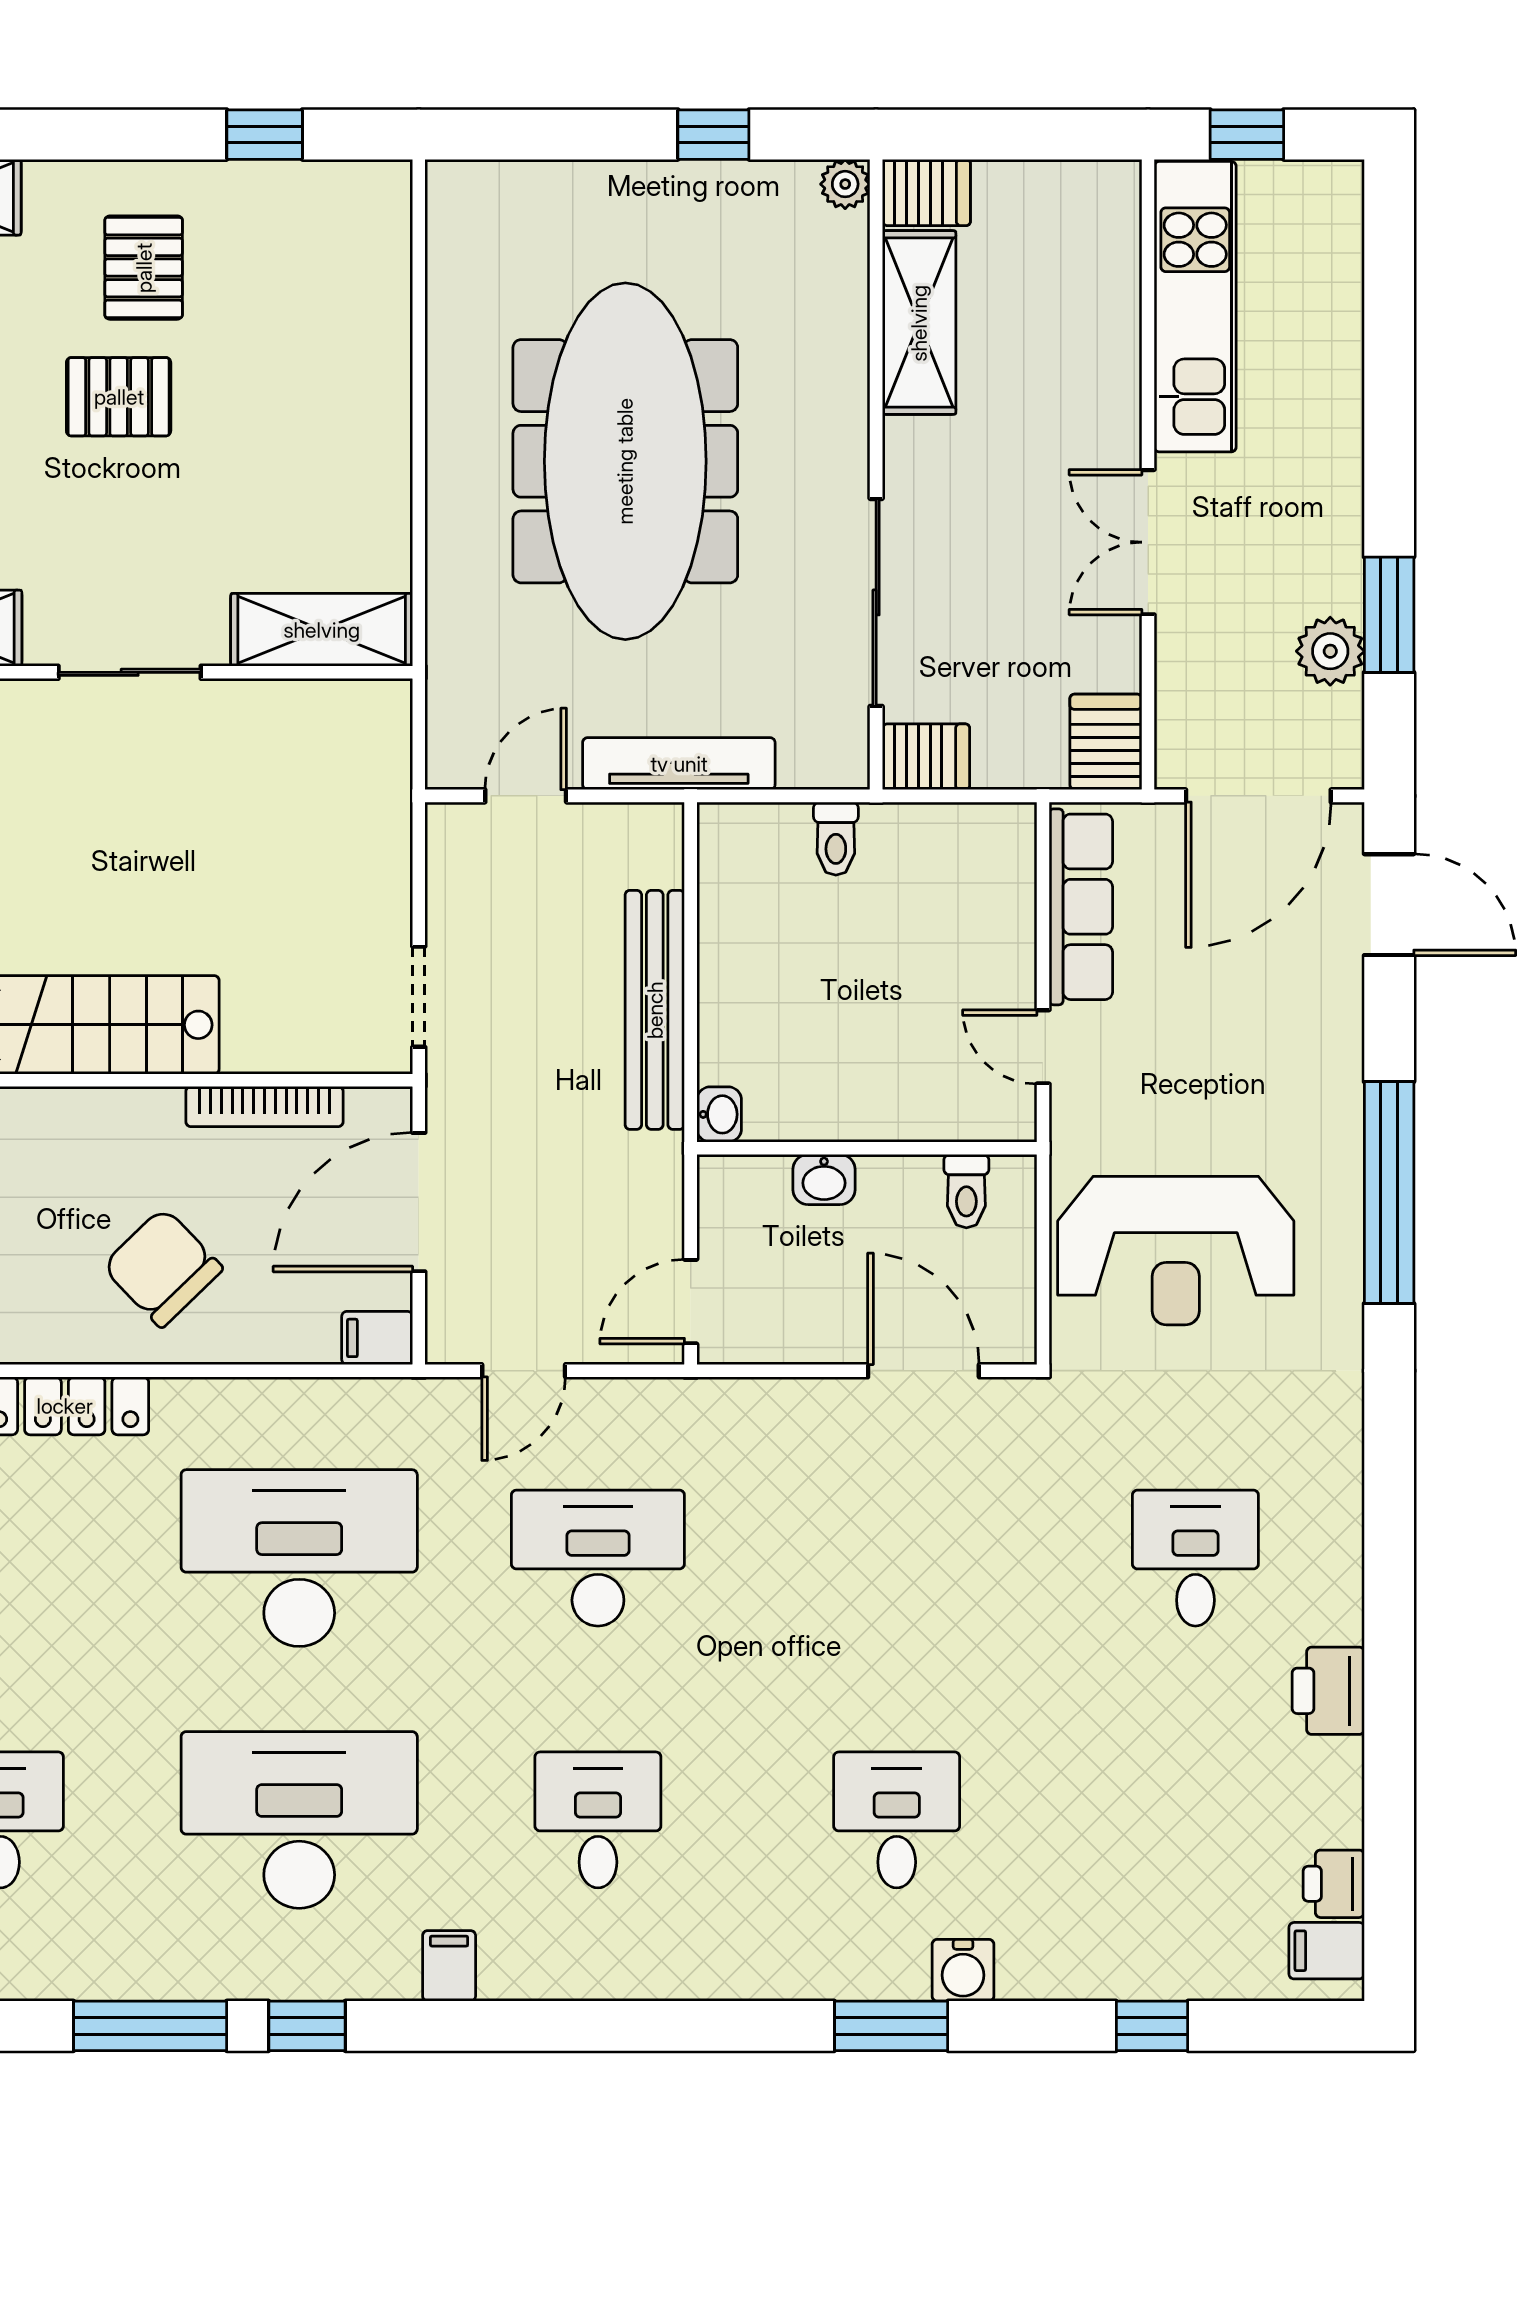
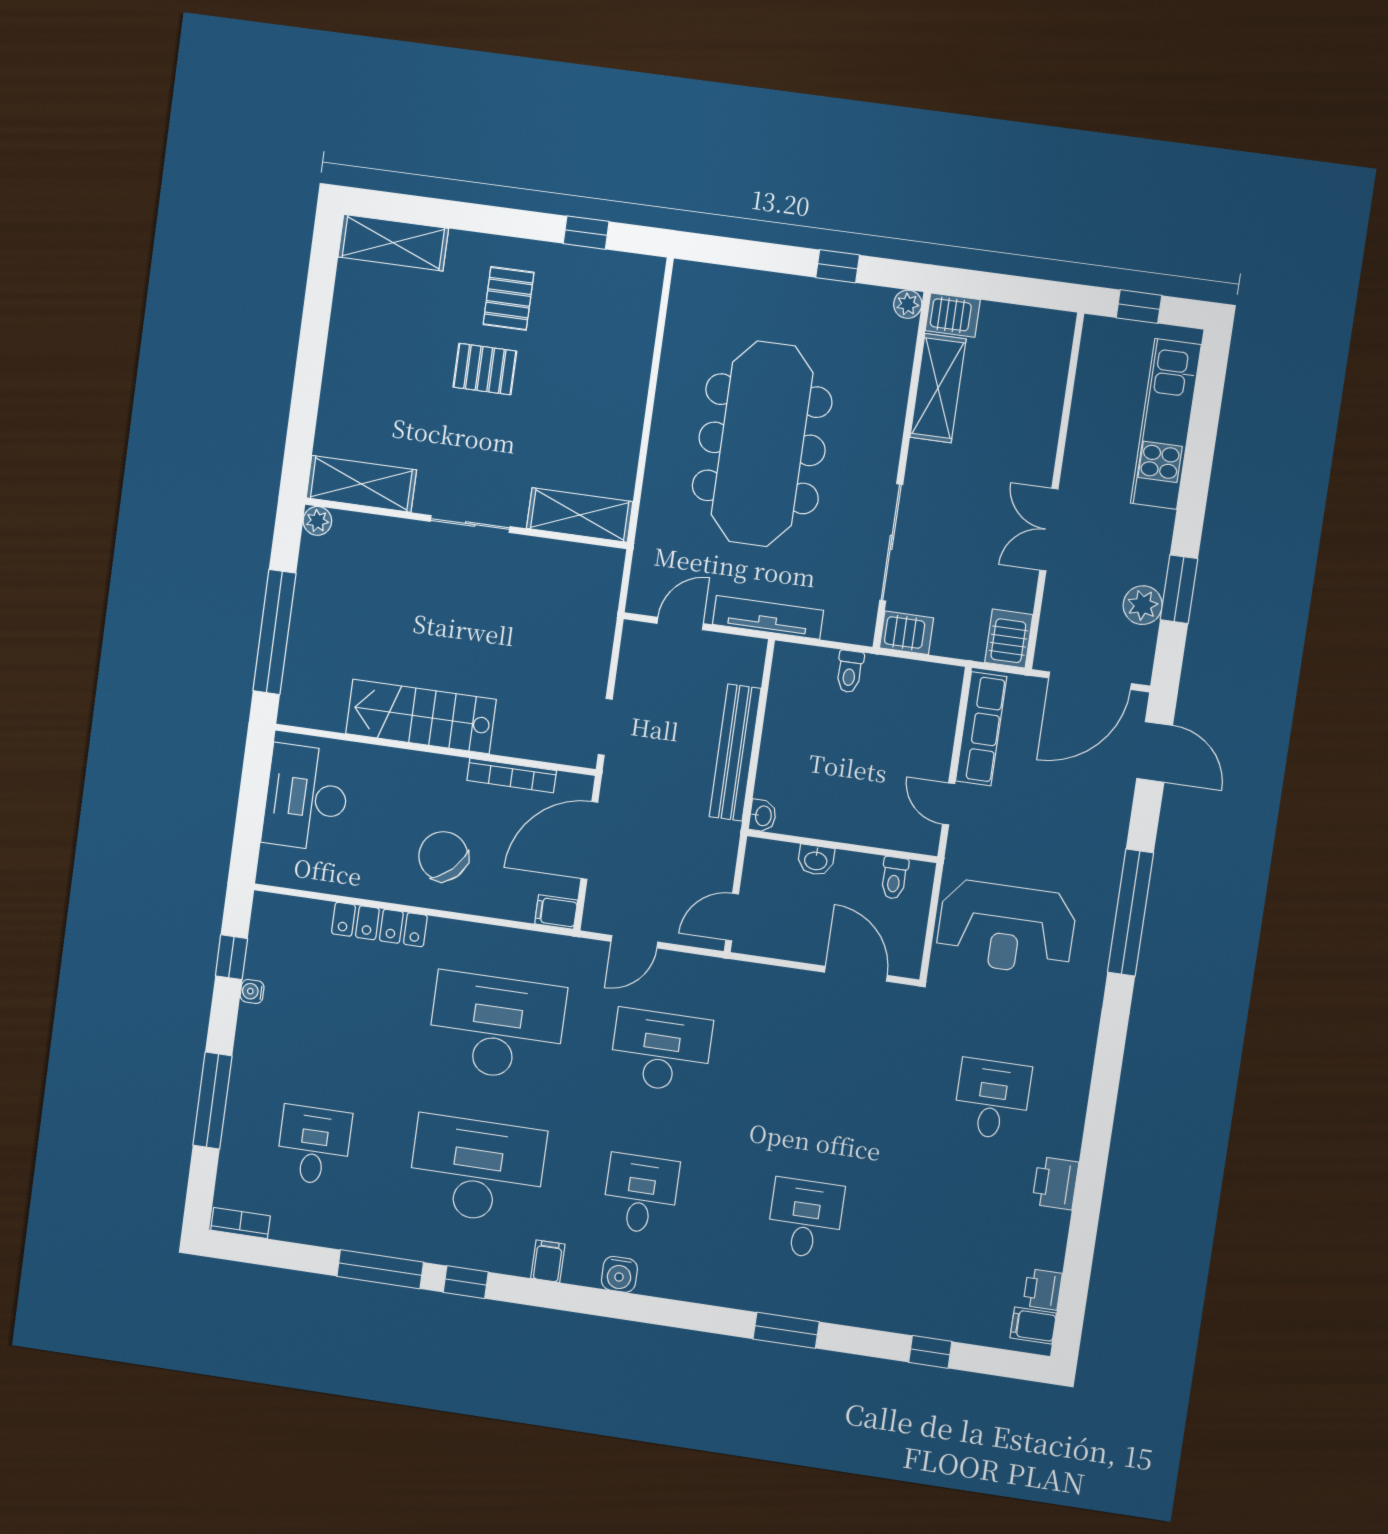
kitchen unit: (1195, 307) -> (1166, 424), moved, turned 180
water cooler: (963, 1970) -> (619, 1274), moved

